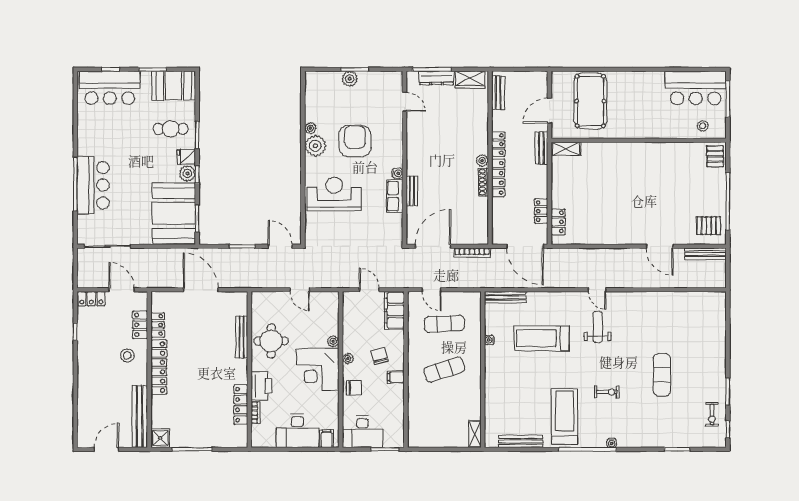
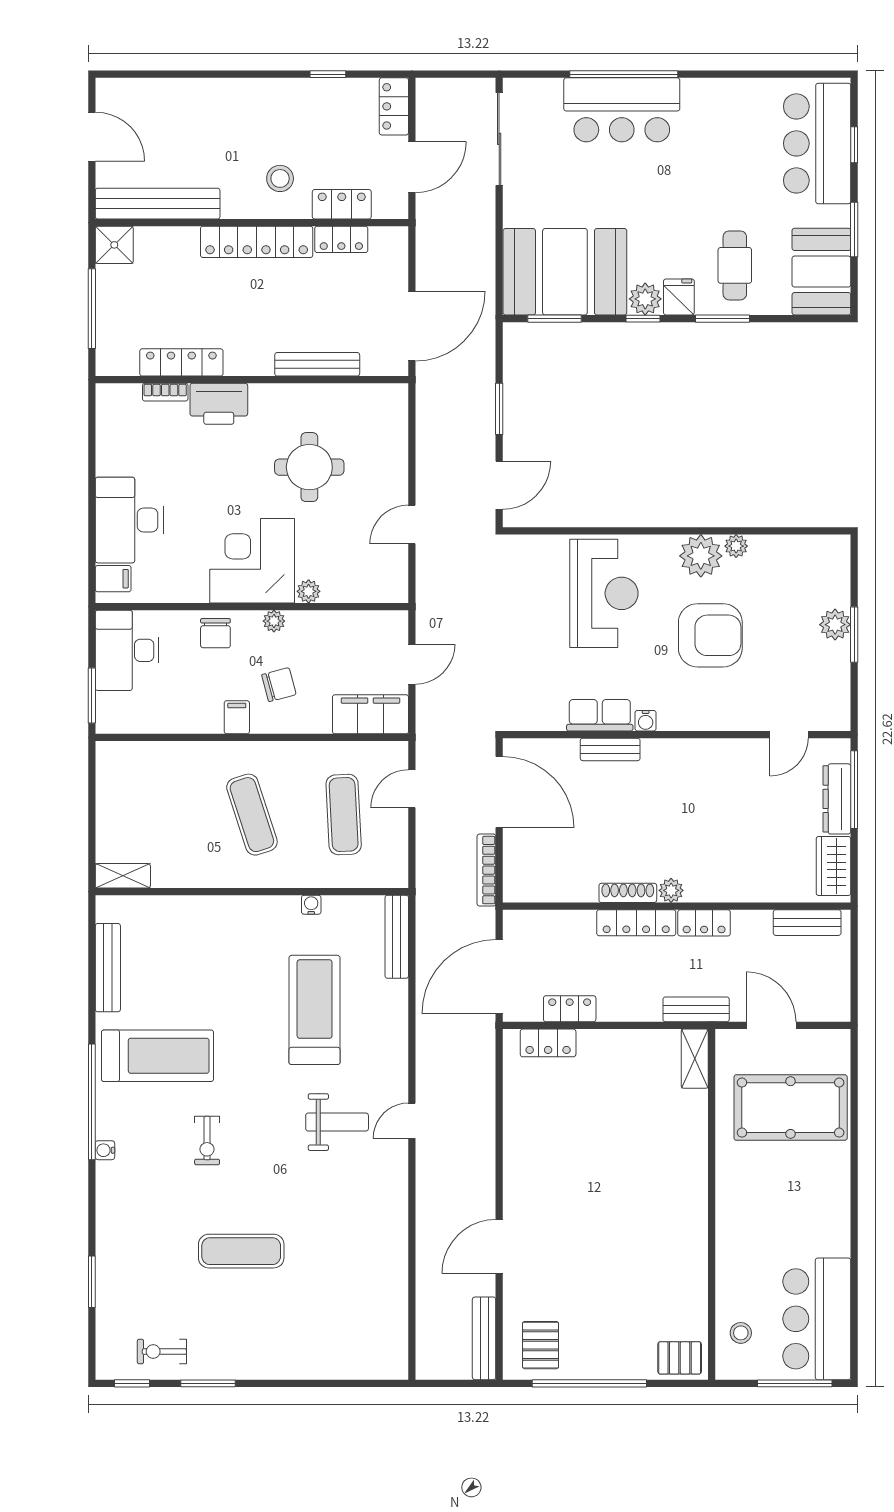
bench: (242, 337) -> (317, 364), moved
wall: (249, 370) -> (252, 380), moved
printer: (261, 386) -> (219, 404), moved
locker: (241, 405) -> (181, 362), moved
bookcase: (256, 413) -> (165, 392), moved

